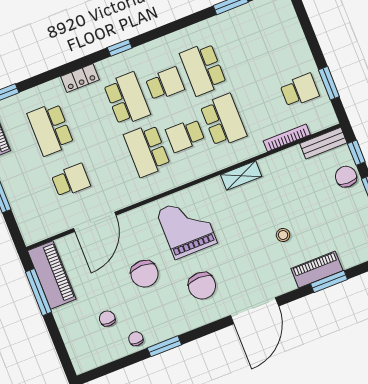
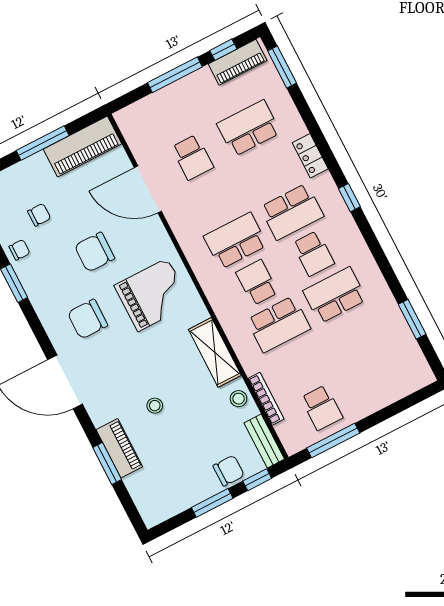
window: (329, 83) -> (333, 440), width x1.44
stool: (284, 162) -> (239, 399), added
shelving: (241, 176) -> (215, 352), width x1.50, depth x1.33
window: (38, 292) -> (43, 143), moved

